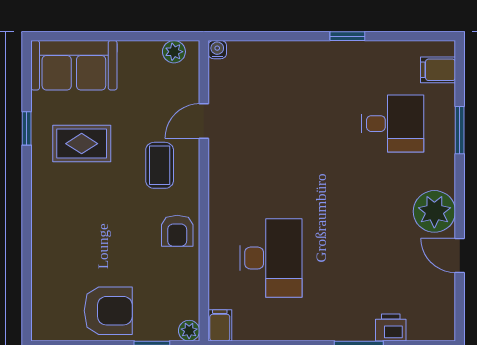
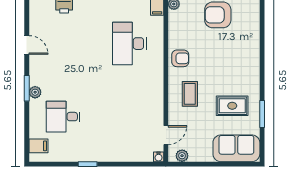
door: (204, 121) -> (166, 135), moved
window: (27, 128) -> (262, 114), width x1.50
window: (460, 130) -> (27, 88), moved
plant: (434, 211) -> (35, 92), moved, width x0.53, depth x0.53
armchair: (177, 231) -> (180, 58), turned 90

